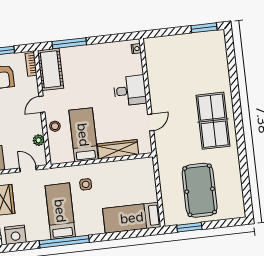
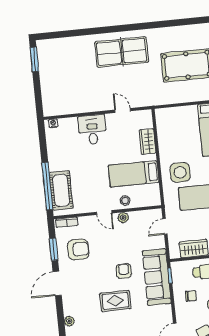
window: (69, 43) -> (47, 186), width x1.46
cot: (50, 69) -> (61, 190), moved, turned 90
plant: (39, 140) -> (123, 218), moved
wardrobe: (118, 149) -> (148, 142), width x0.67
side table: (86, 184) -> (180, 172), width x1.87, depth x1.87

